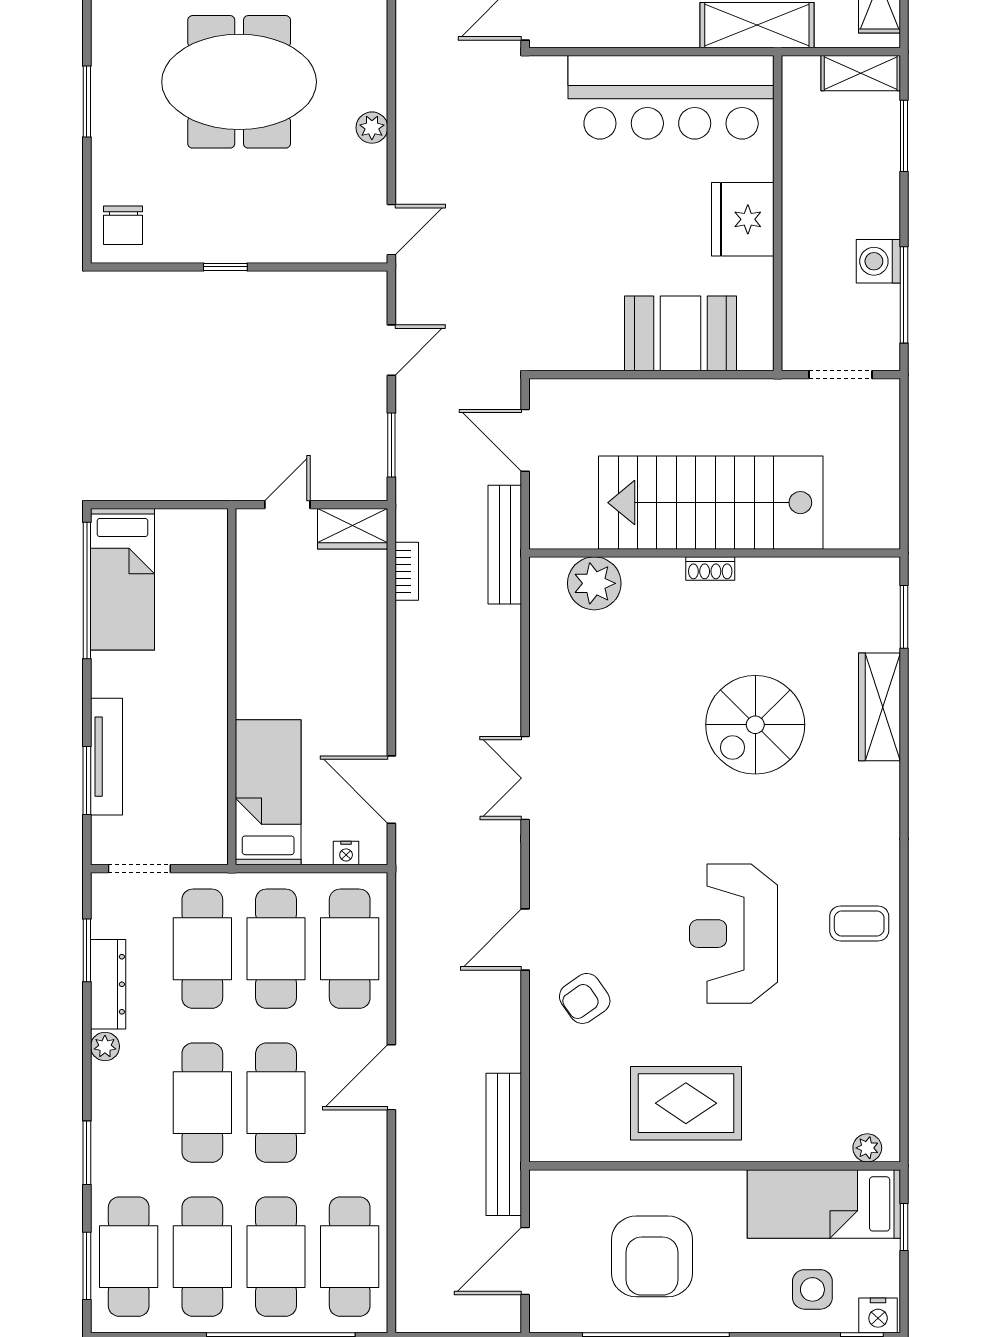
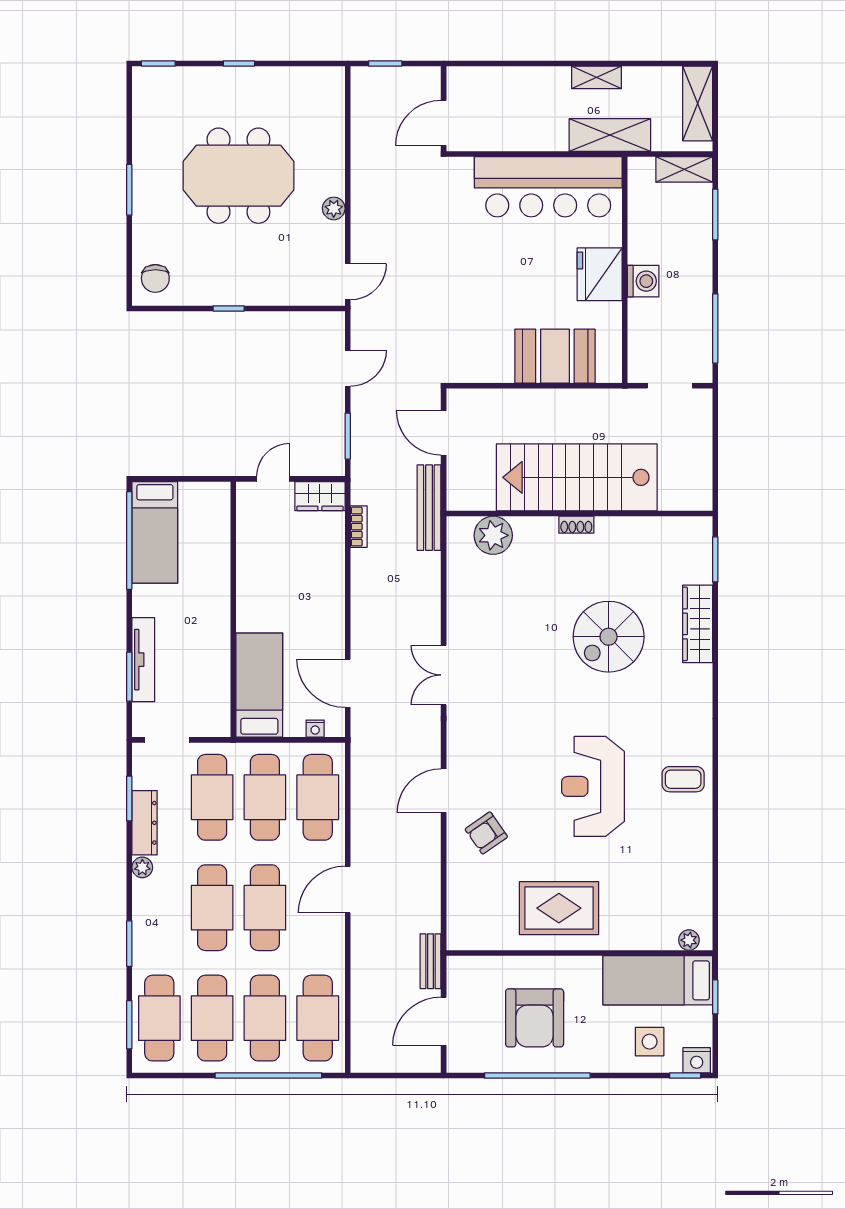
washing machine: (878, 261) -> (643, 281), moved, turned 180
bench: (504, 1144) -> (430, 961), width x0.54, depth x0.82

